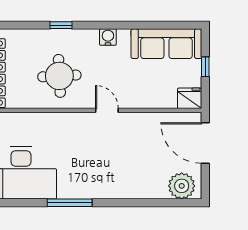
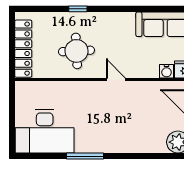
water cooler: (108, 37) -> (167, 71), moved, turned 180

